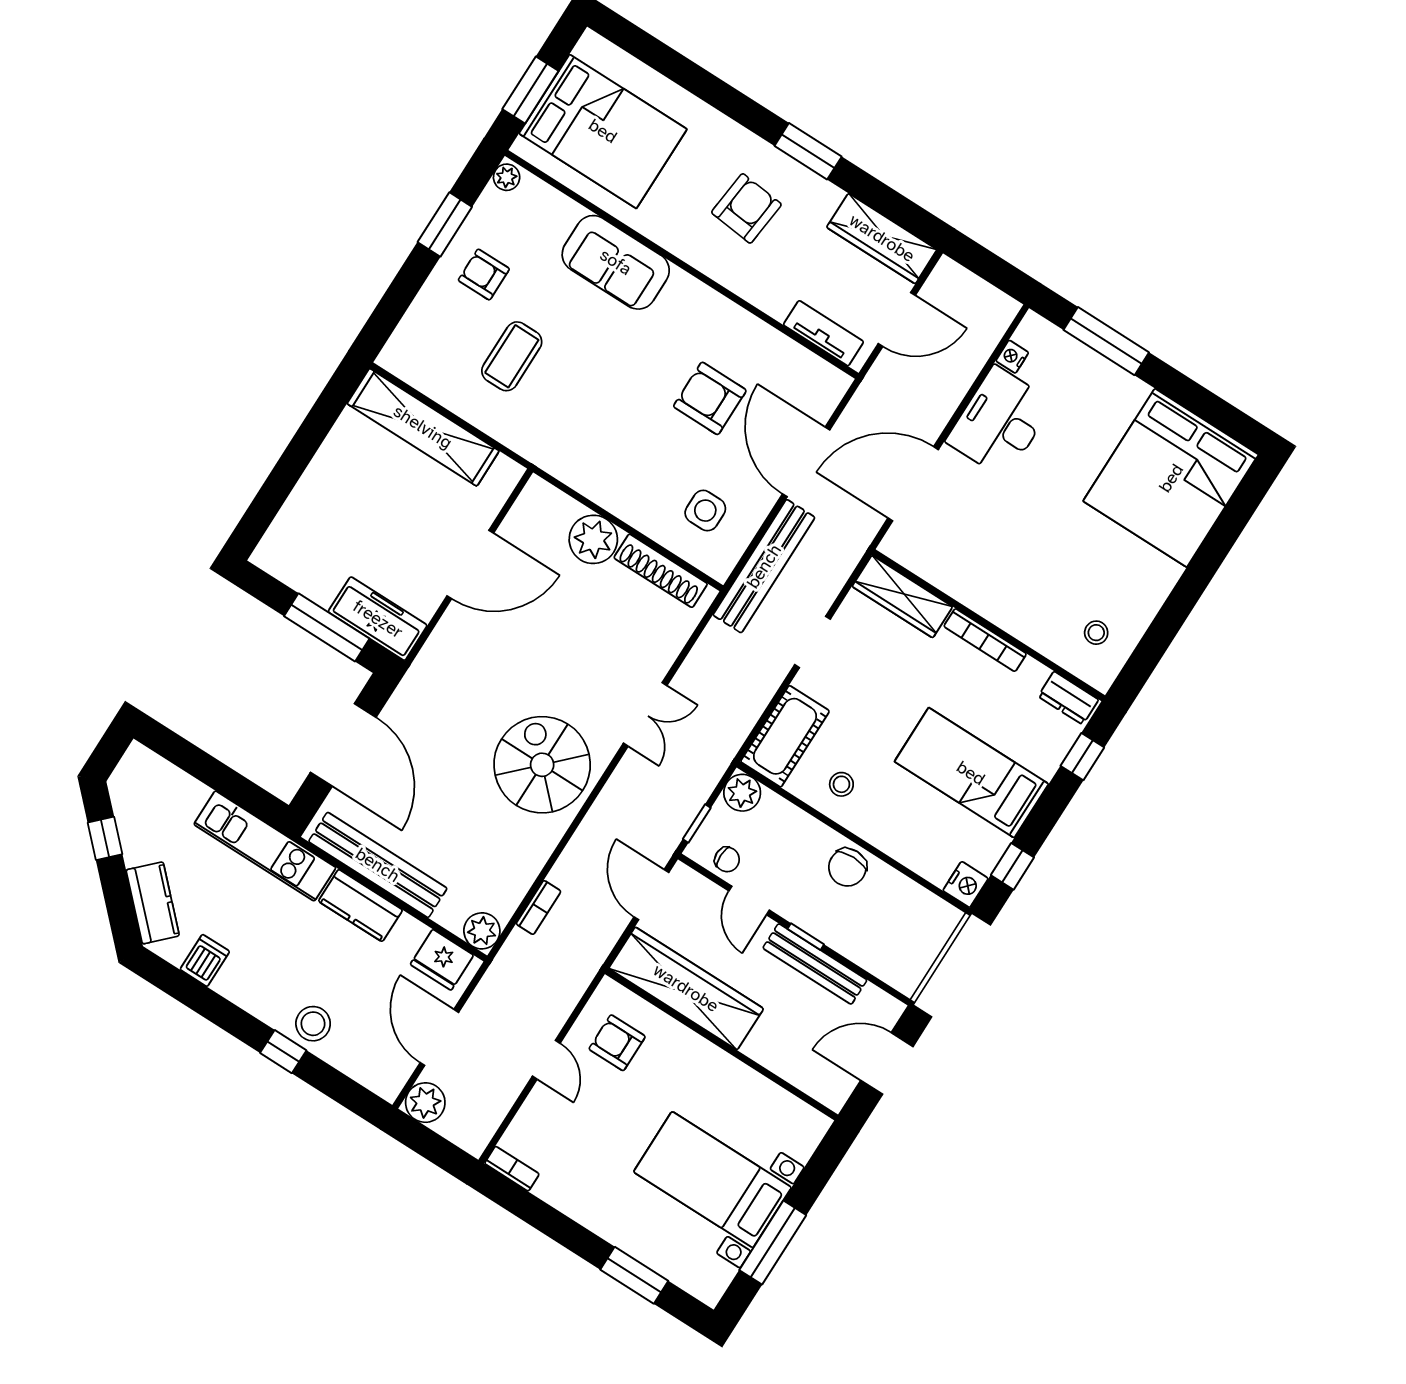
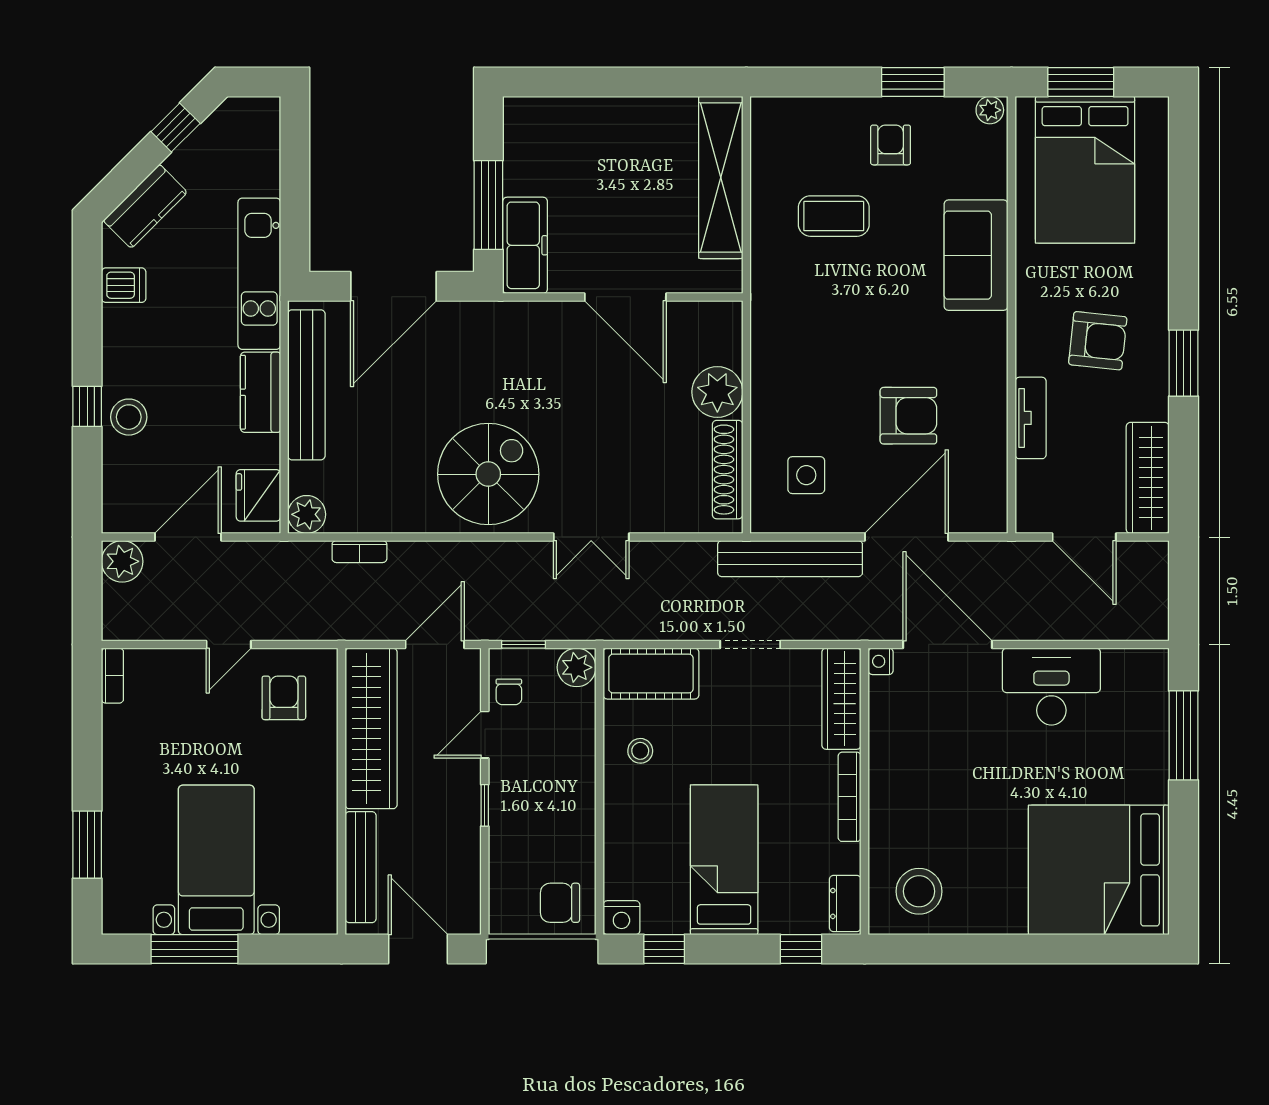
tv unit: (824, 333) -> (1031, 418), moved
nightstand: (1012, 357) -> (881, 661), moved, turned -90
armchair: (710, 398) -> (908, 416), turned 90
stool: (1096, 633) -> (919, 891), width x1.89, depth x1.89
chair: (847, 867) -> (560, 903), moved
bench: (815, 964) -> (361, 867), moved

